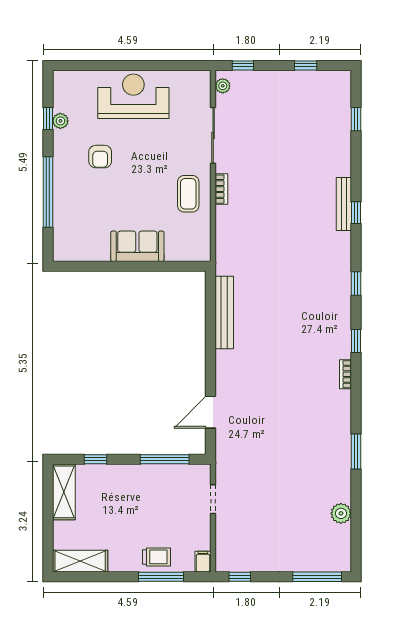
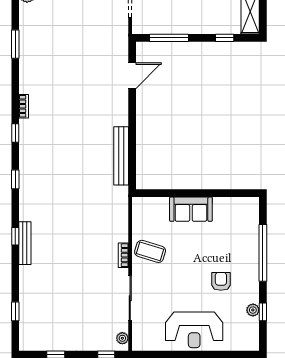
coffee table: (188, 194) -> (150, 251), turned -73

